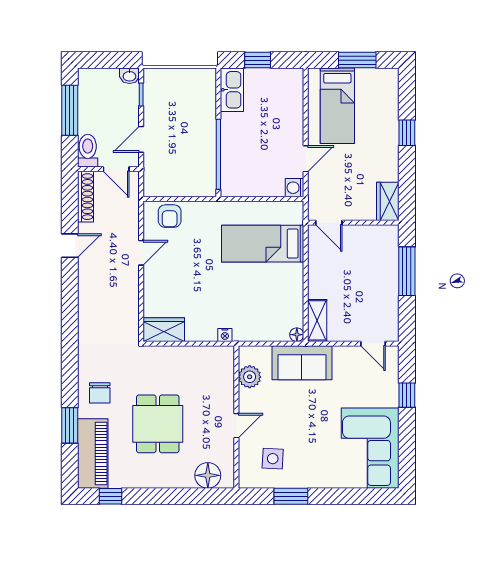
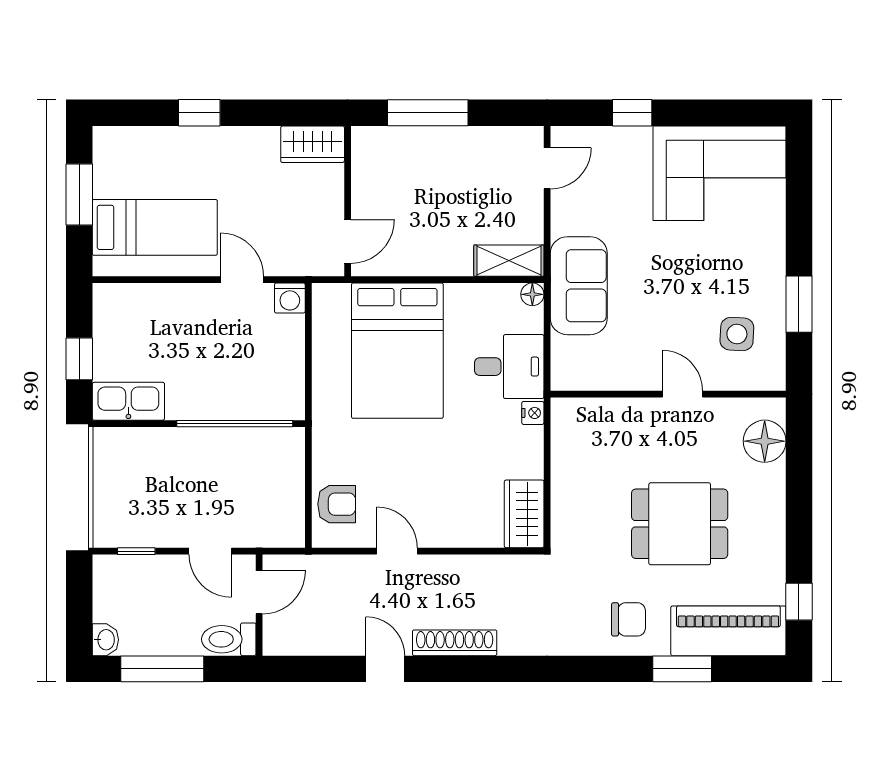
washbasin: (129, 76) -> (105, 640), moved
shoe rack: (86, 197) -> (455, 643), moved
bed: (263, 244) -> (397, 351), width x1.50
desk: (253, 321) -> (509, 367), added
plant: (250, 377) -> (602, 372), removed

